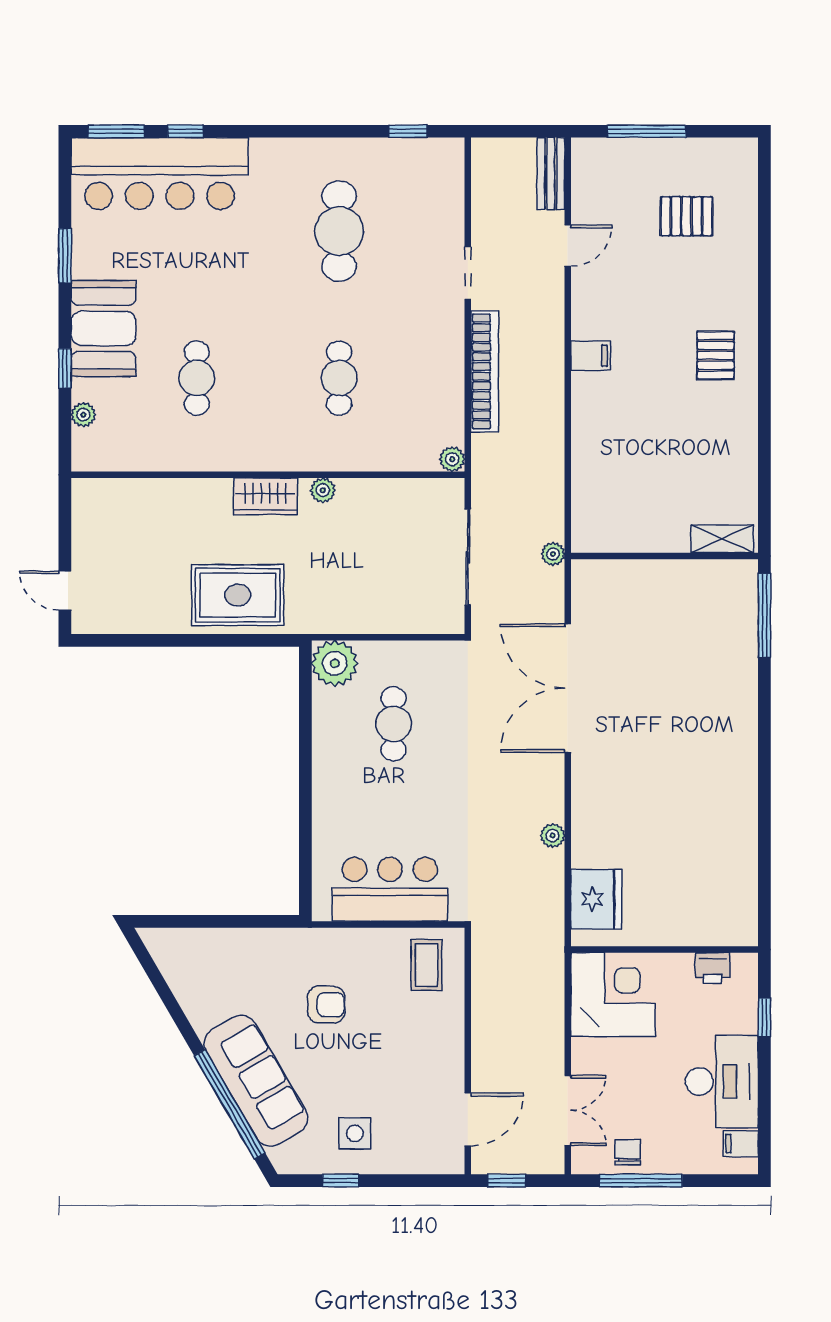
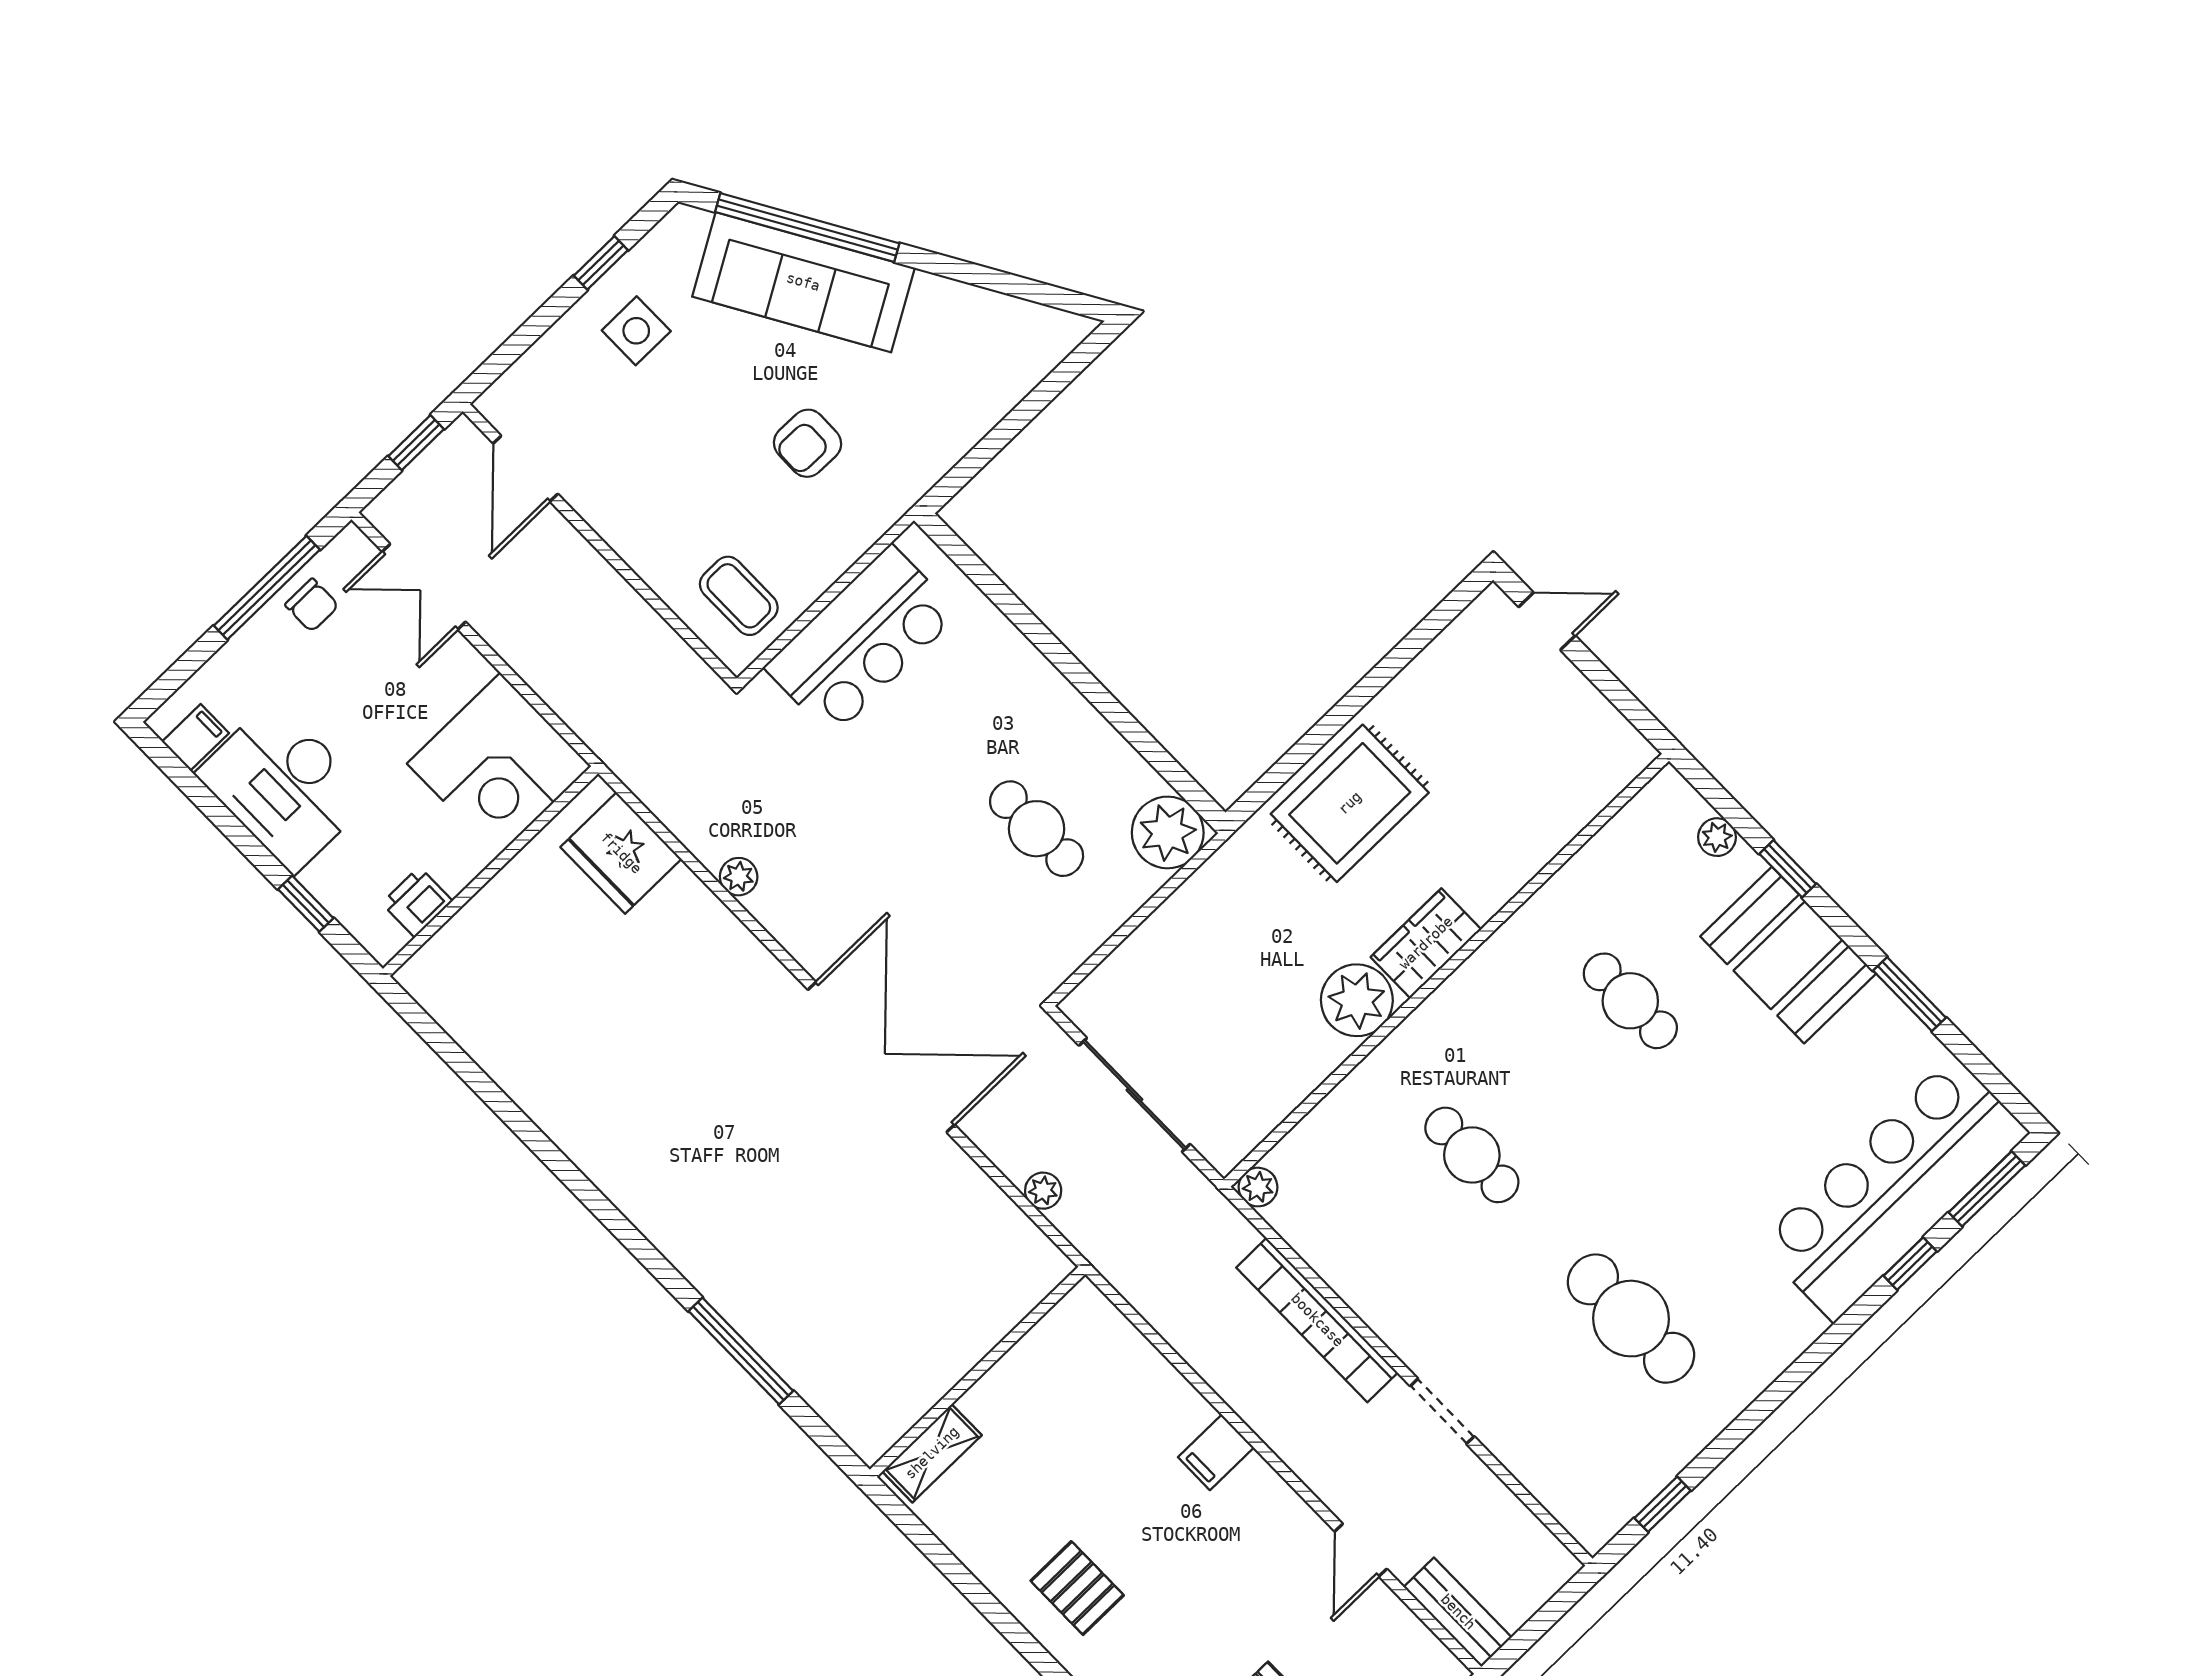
plant: (323, 490) -> (1357, 1000), width x1.88, depth x1.88
shelving: (722, 539) -> (932, 1453), moved
wall: (665, 556) -> (978, 1372), moved

